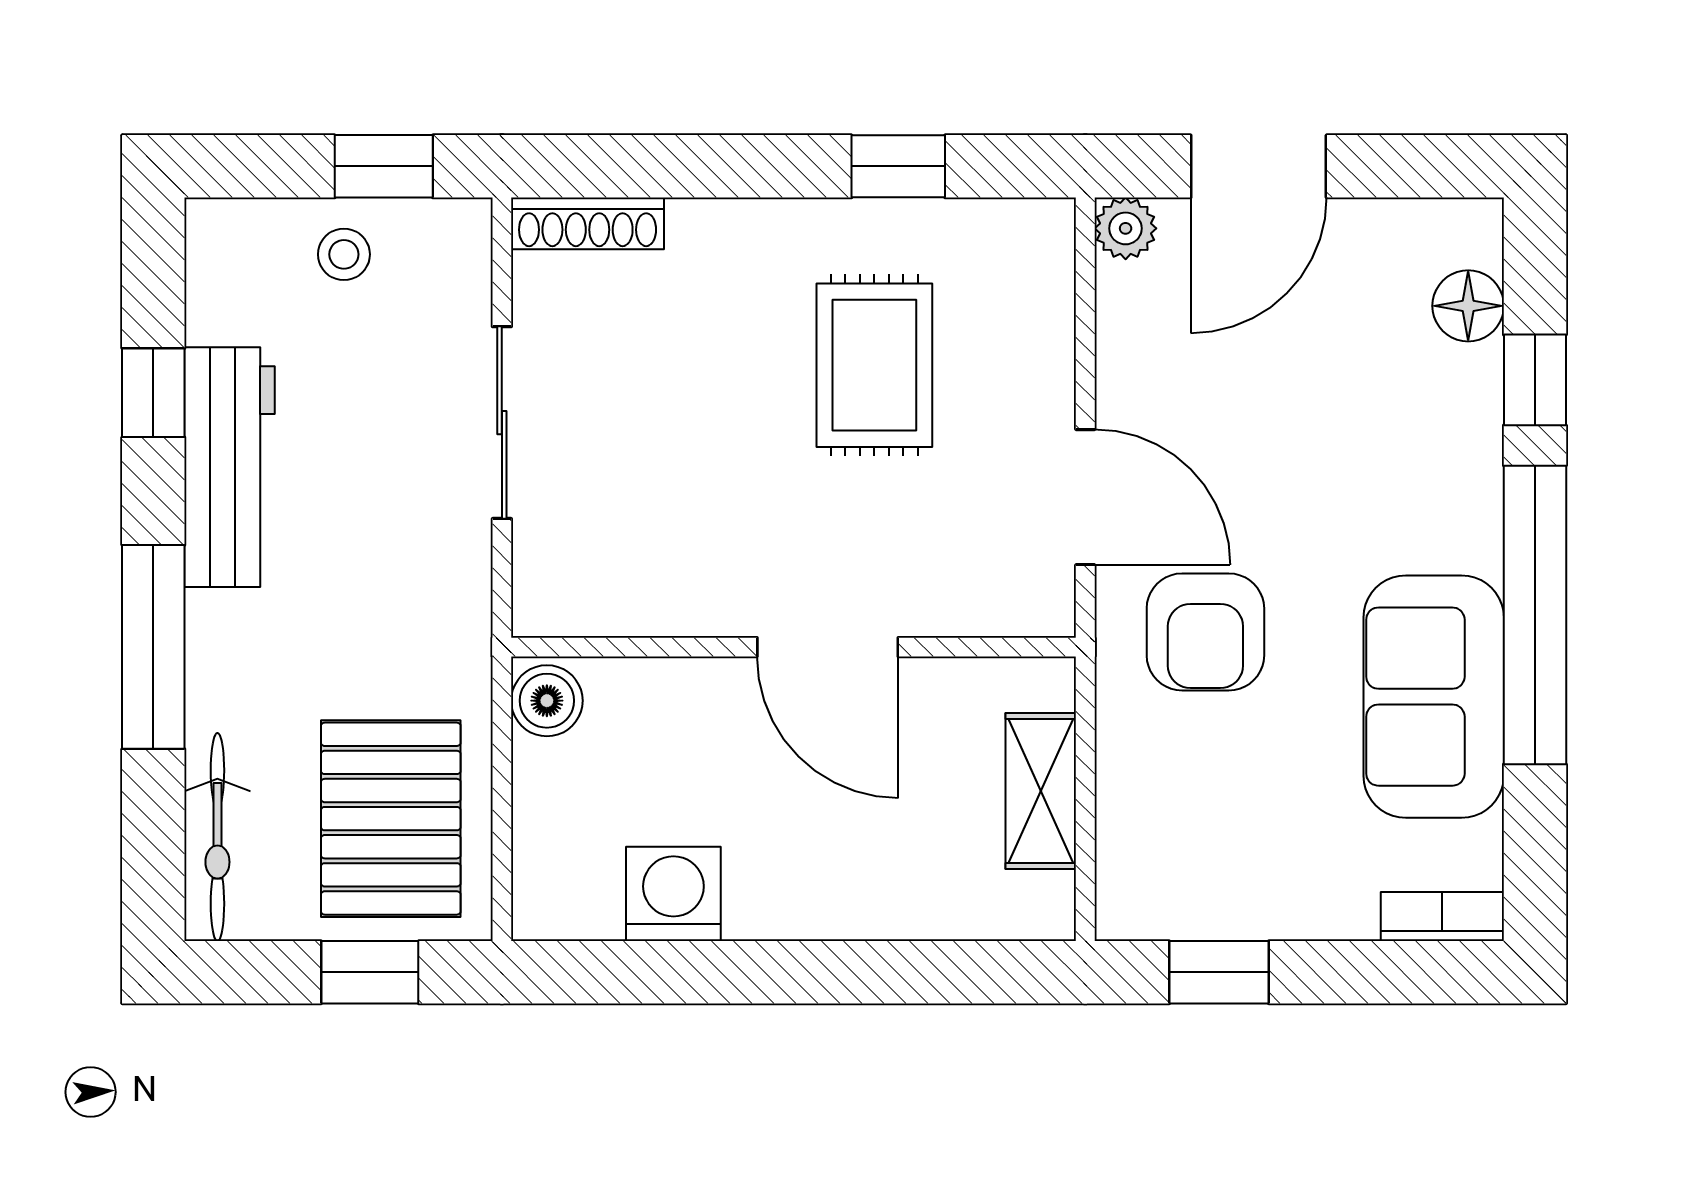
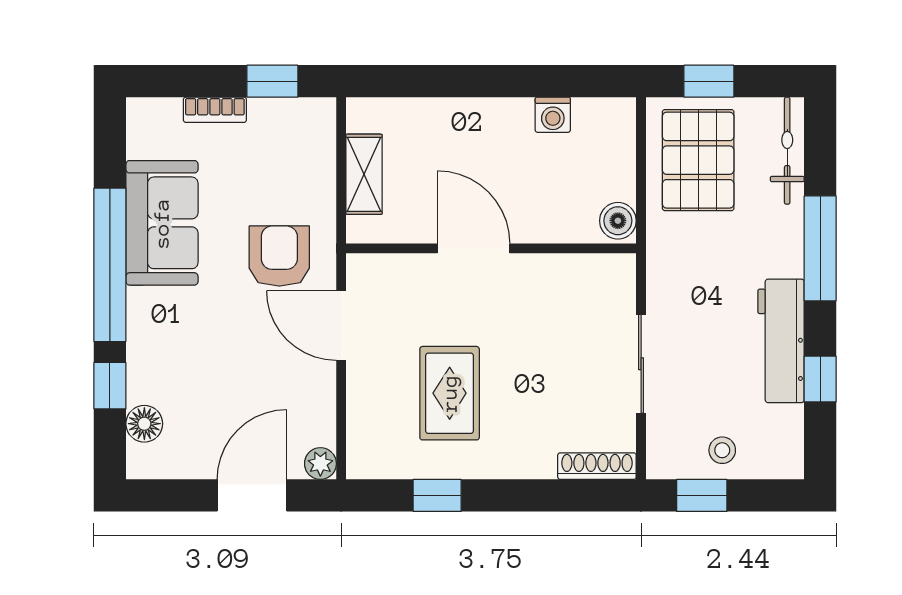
washing machine: (673, 894) -> (553, 115), width x0.73, depth x0.73
bookcase: (1442, 917) -> (215, 110), moved

